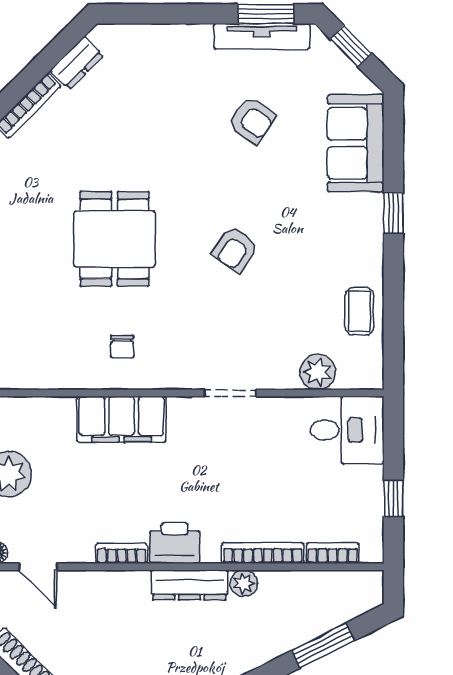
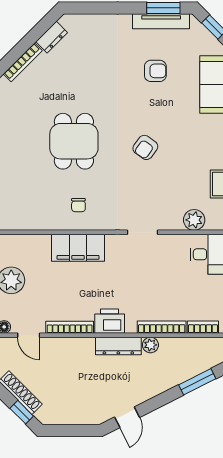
armchair: (252, 120) -> (155, 71), turned -36
bookcase: (122, 553) -> (70, 327), width x1.56

